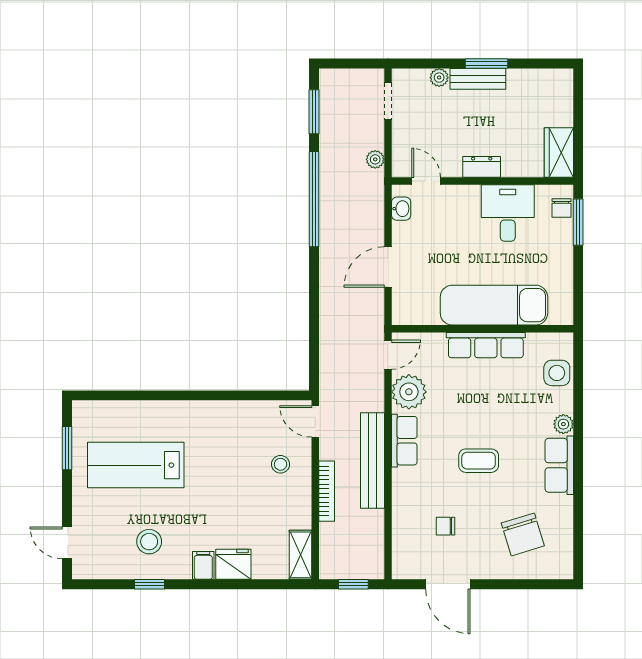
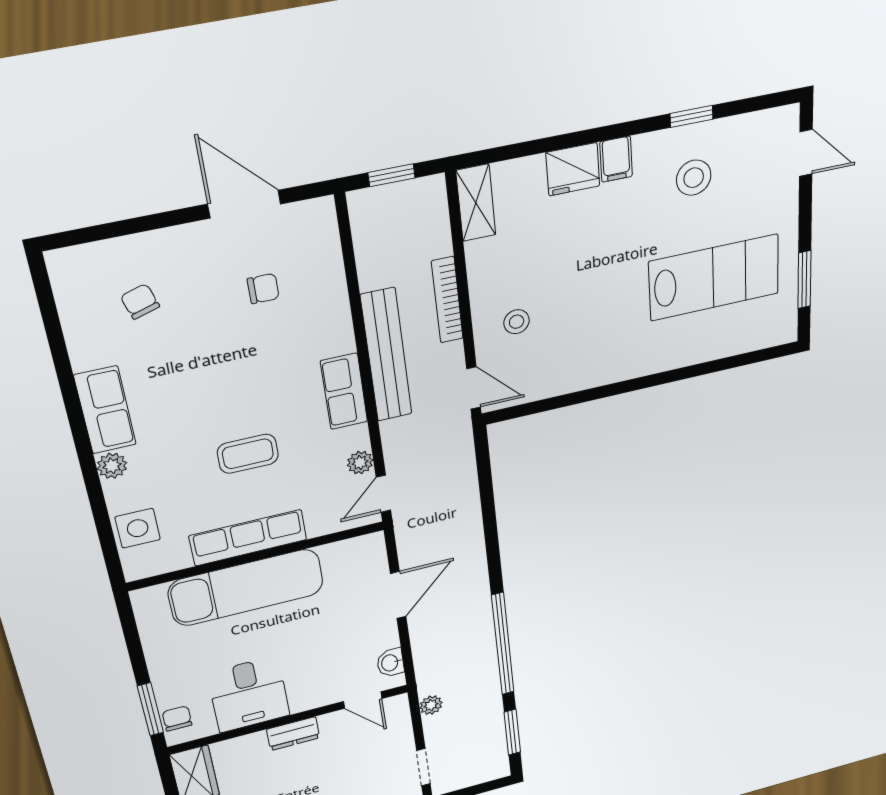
plant: (409, 392) -> (360, 463), width x0.53, depth x0.53
coffee table: (479, 461) -> (248, 454), moved
chair: (523, 534) -> (140, 301), width x0.54, depth x0.54

